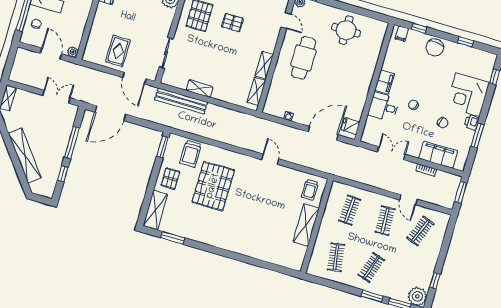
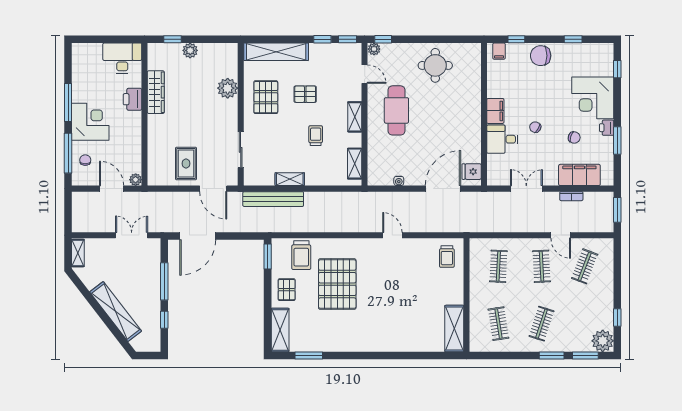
chair: (435, 47) -> (541, 56), turned 83
trolley: (231, 59) -> (316, 136), added
shelving: (264, 65) -> (355, 117), moved
shelving: (306, 225) -> (454, 328), moved

